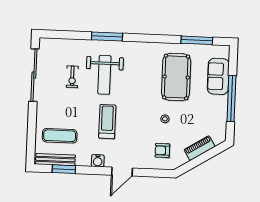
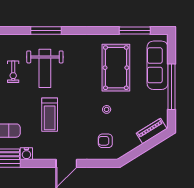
sofa: (218, 76) -> (158, 65), width x1.36
treadmill: (107, 122) -> (50, 115), turned 180
piano: (200, 148) -> (152, 131), moved
water cooler: (98, 161) -> (26, 154), moved

